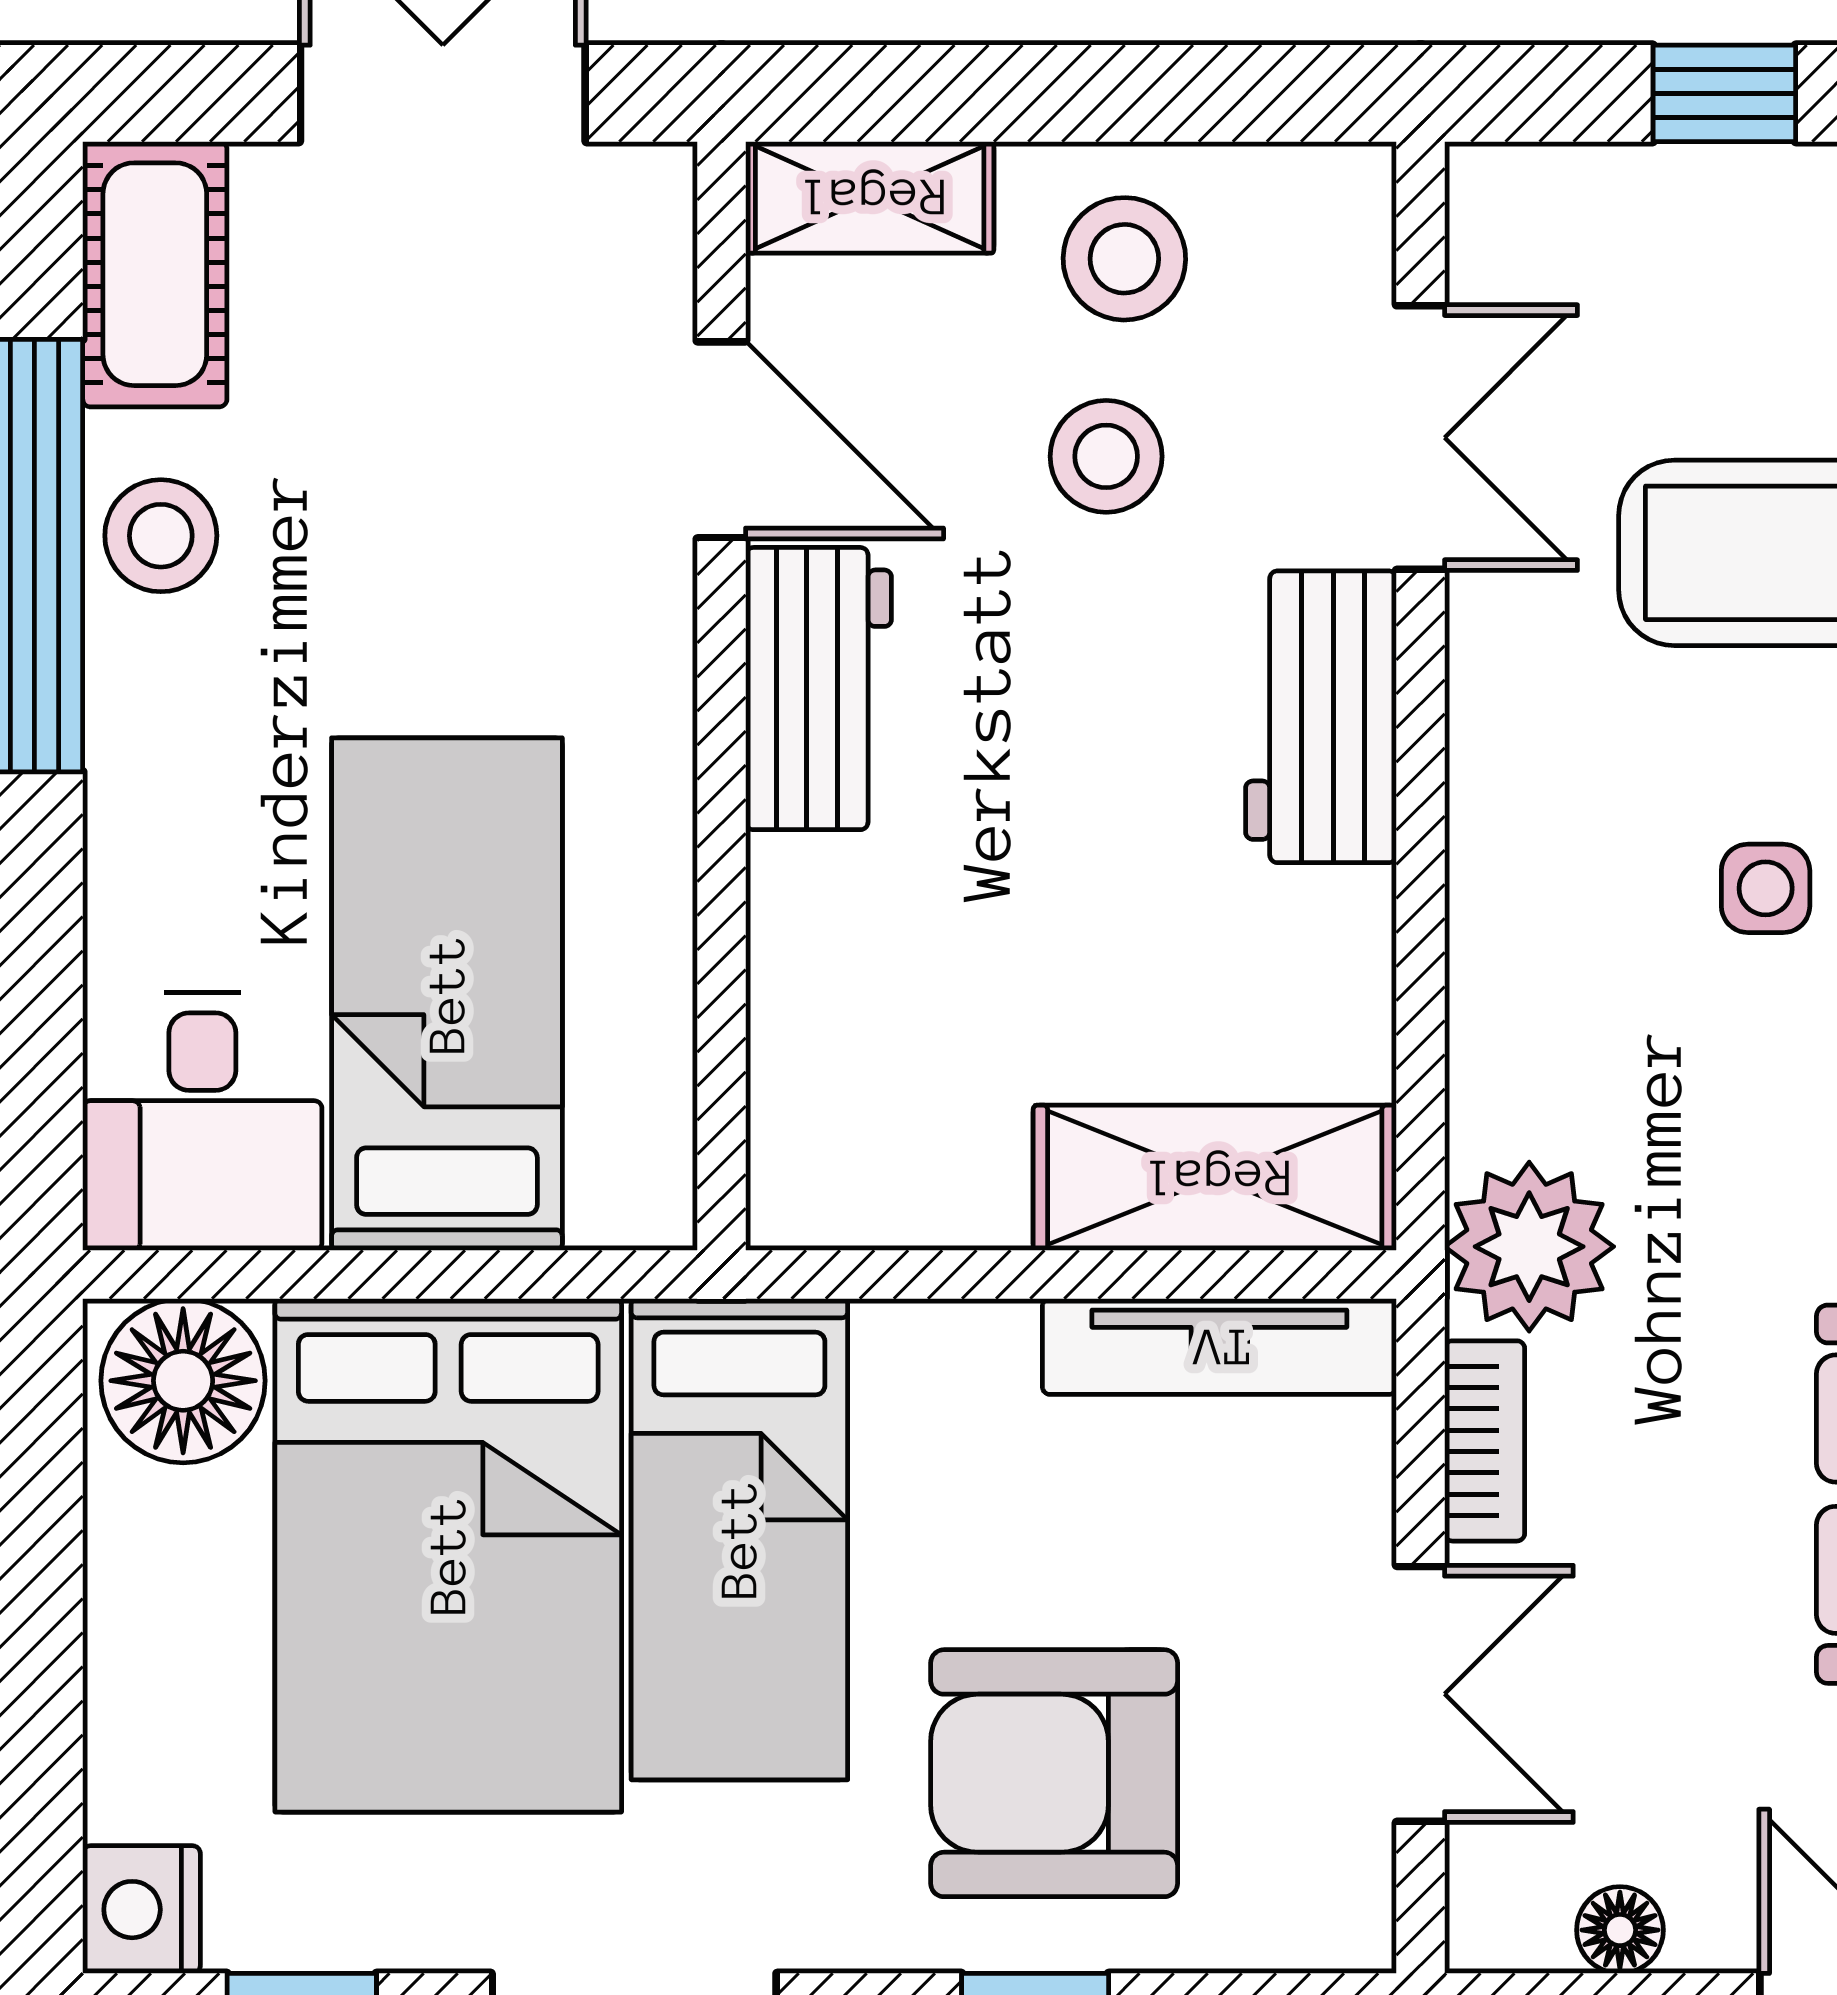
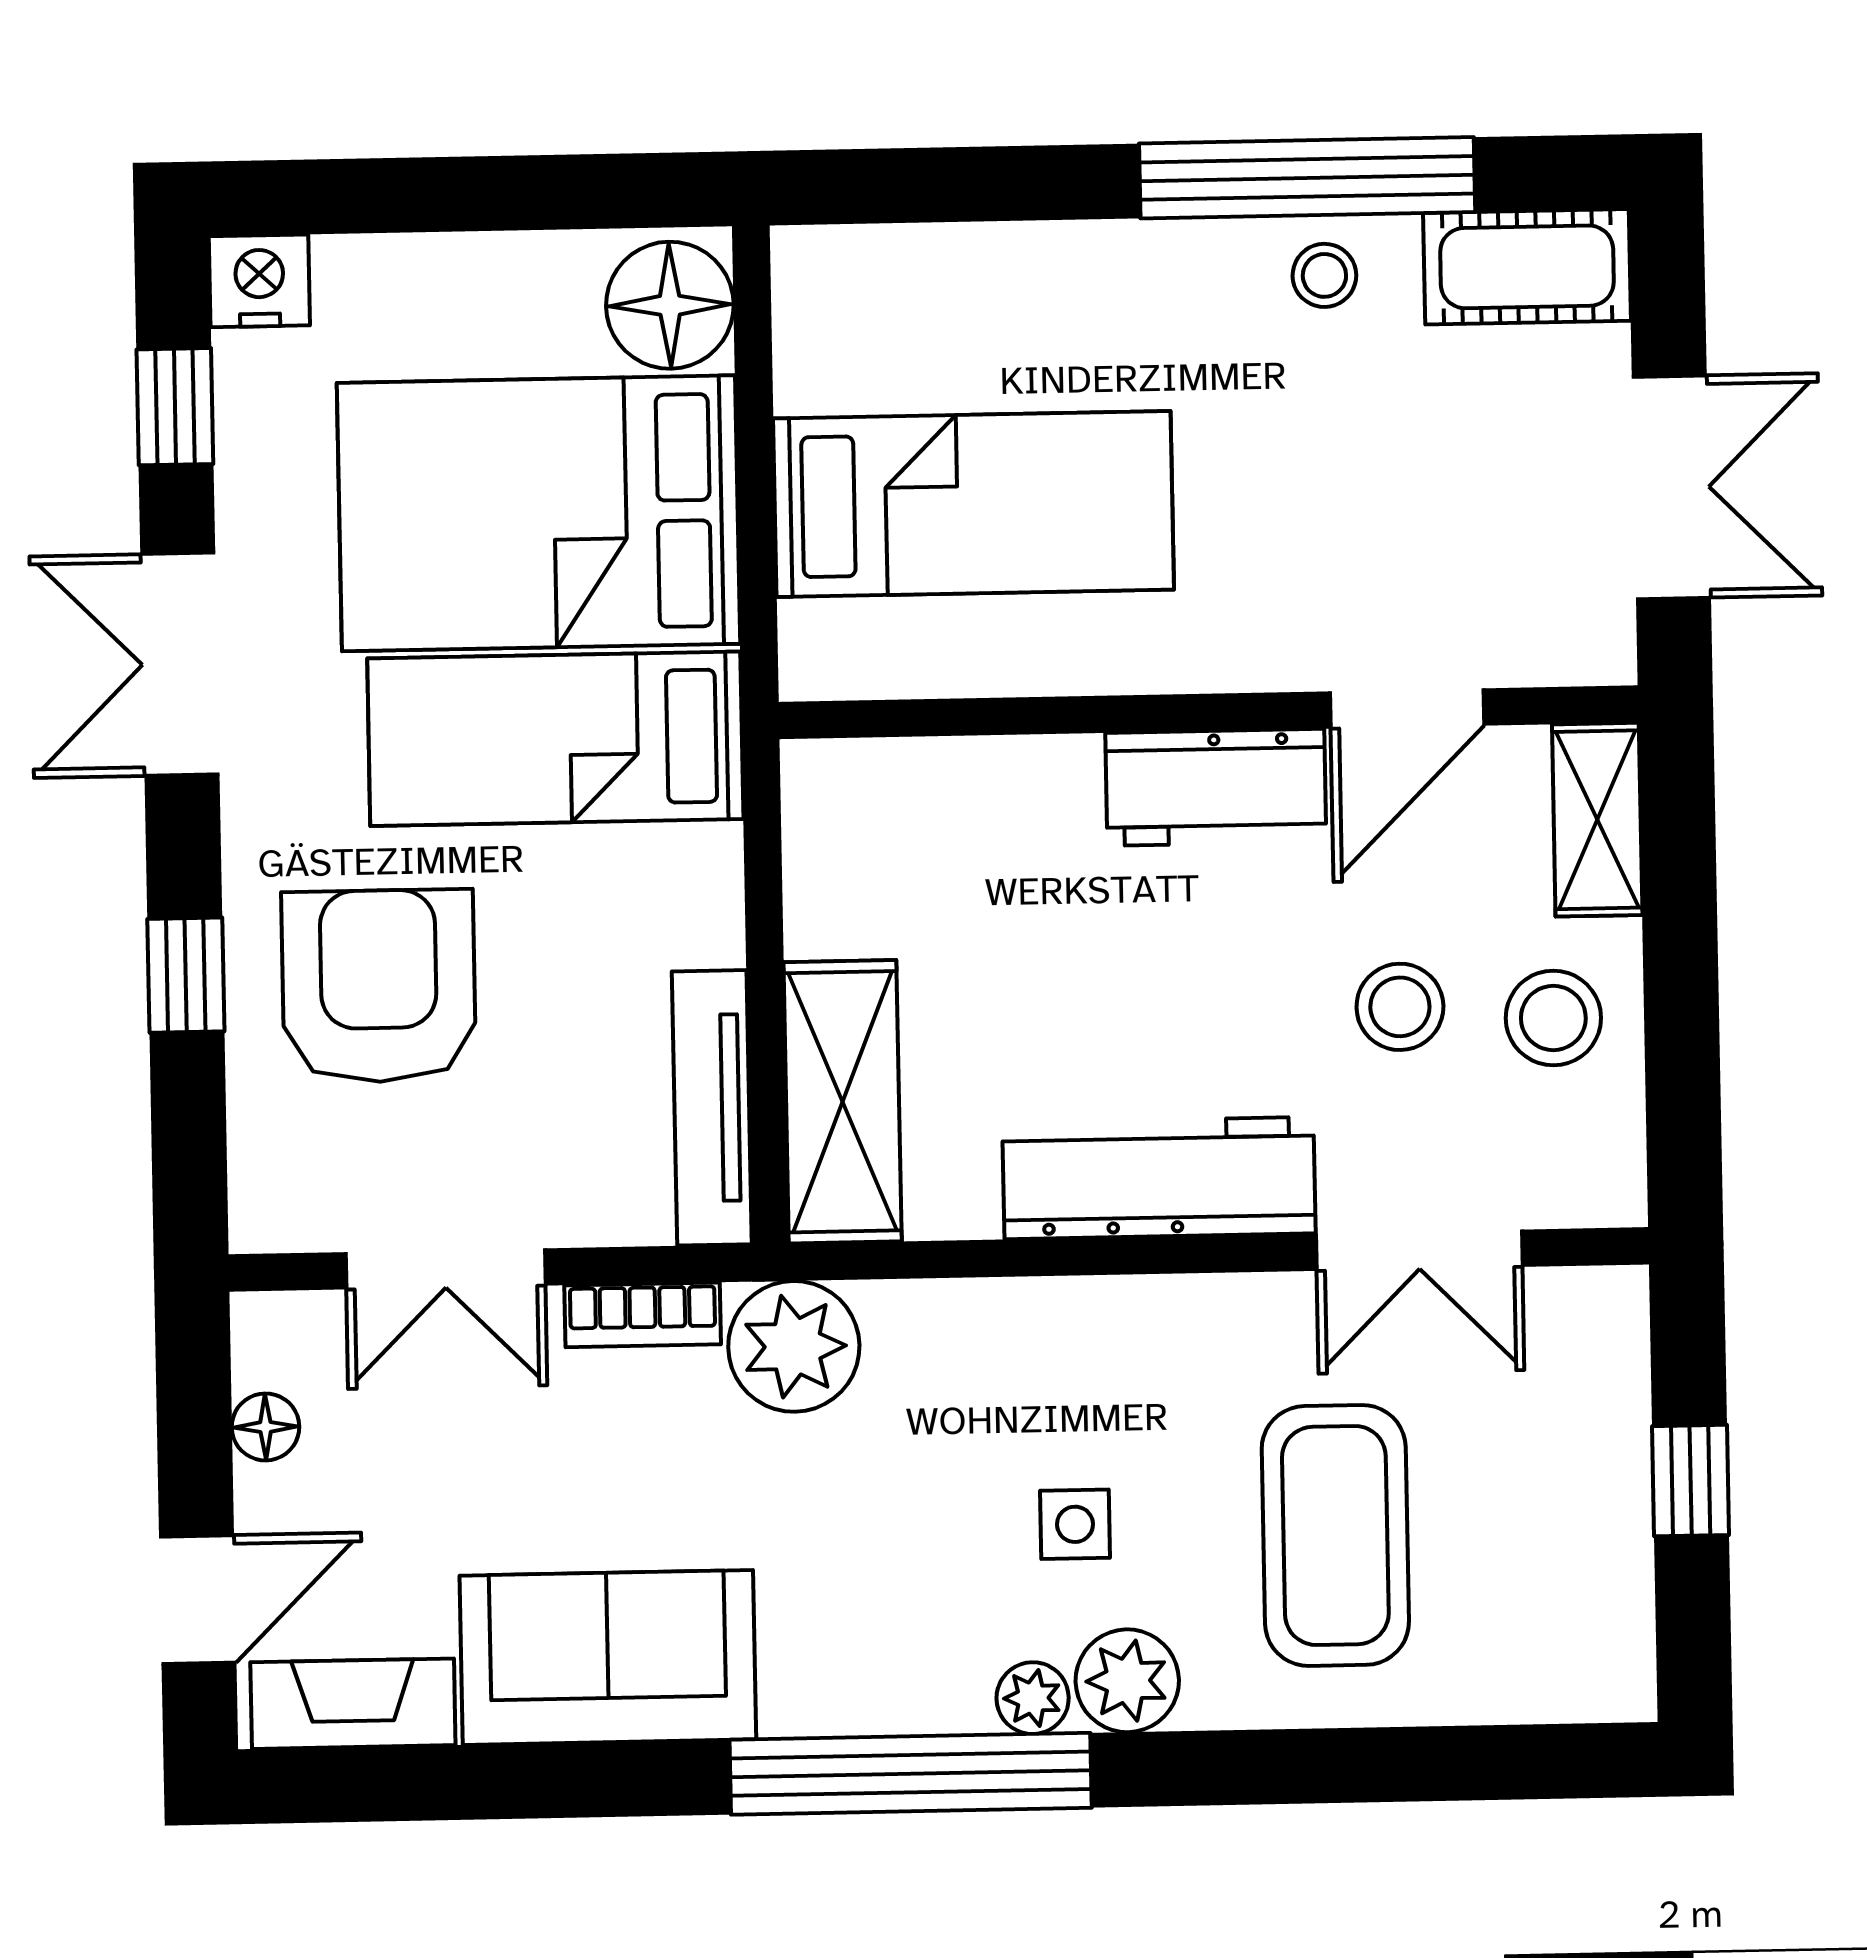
stool: (161, 536) -> (1324, 275), width x0.73, depth x0.73
workbench: (1321, 717) -> (1159, 1178), width x1.37
desk: (202, 1121) -> (871, 316), removed

